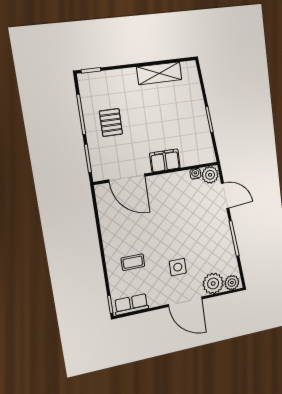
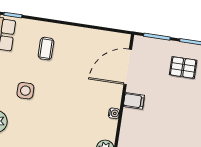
filing cabinet: (165, 161) -> (134, 101), width x0.50
water cooler: (195, 174) -> (114, 113), moved

